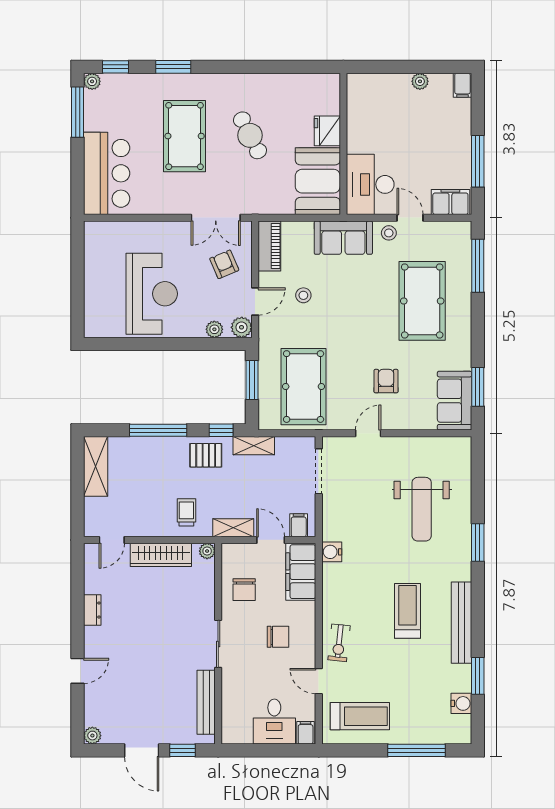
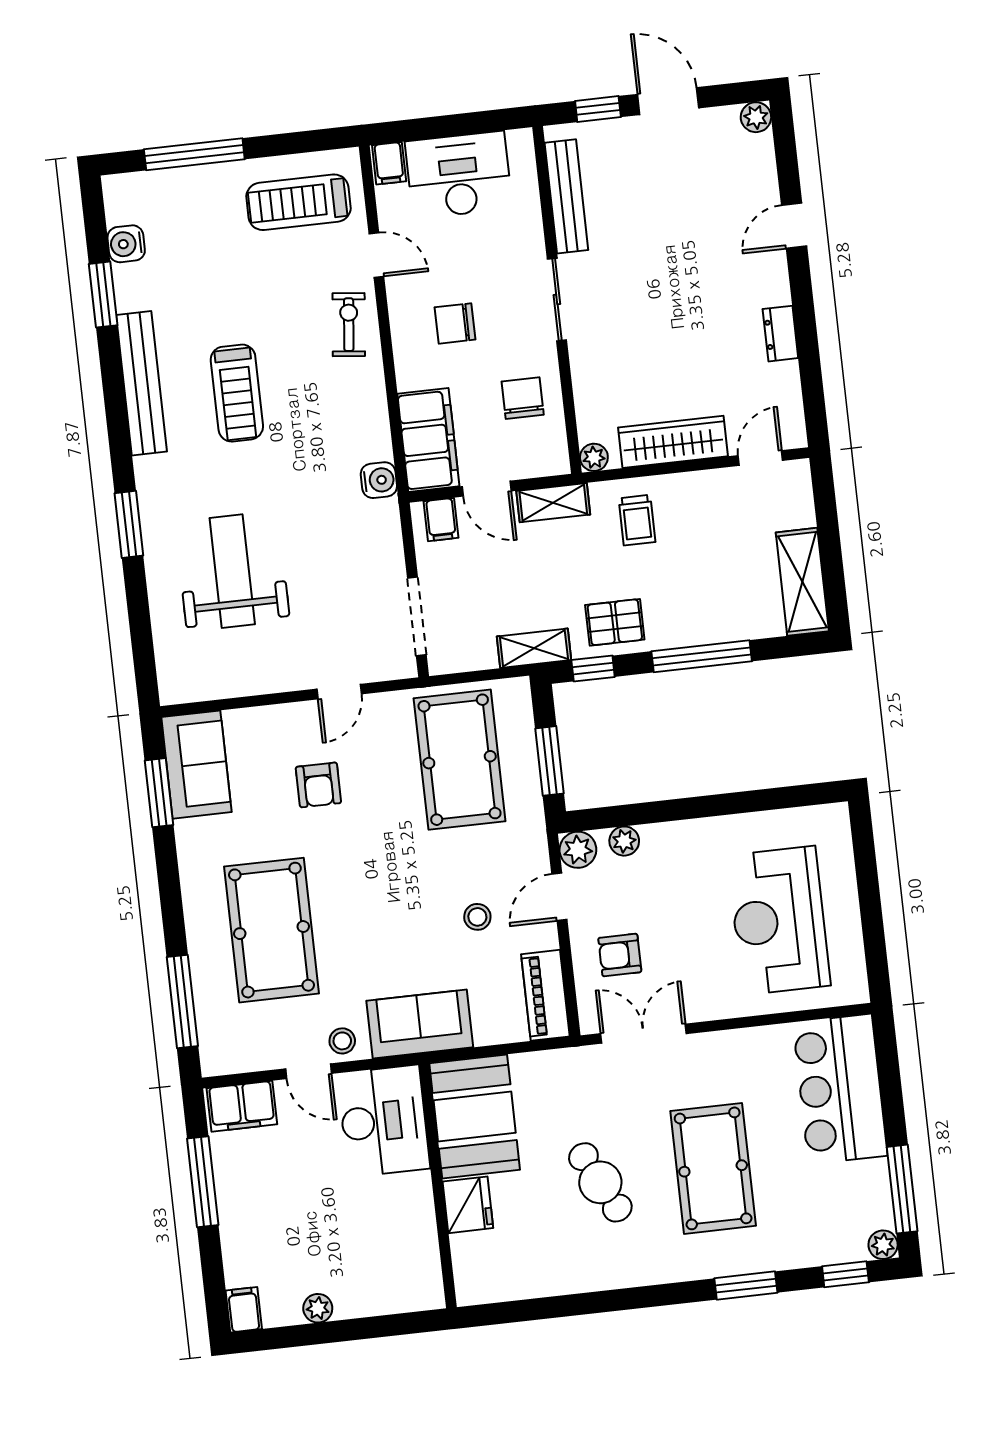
armchair: (224, 264) -> (620, 955), turned 113
reception desk: (152, 294) -> (779, 920), moved
desk: (274, 722) -> (459, 175), width x1.37

